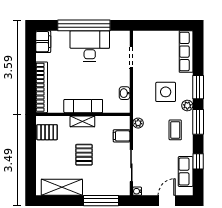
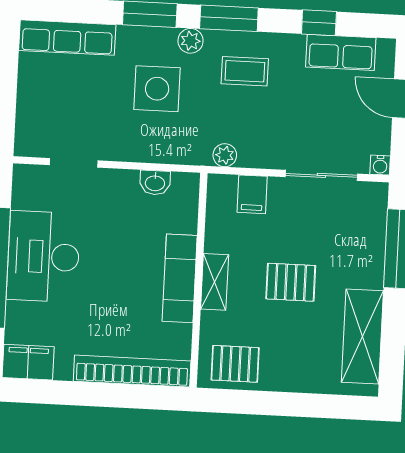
pallet: (47, 132) -> (235, 364), turned 90

